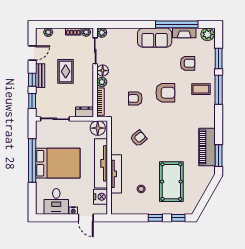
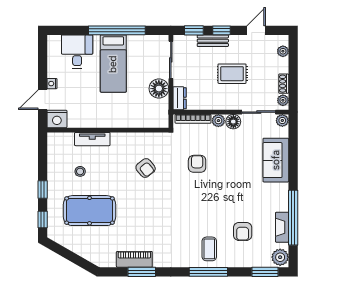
sofa: (155, 38) -> (276, 160), moved
door: (32, 53) -> (256, 30), swing flipped
window: (219, 58) -> (265, 272), moved
bench: (40, 76) -> (213, 41), moved
armchair: (165, 93) -> (204, 203), removed
floor lamp: (98, 128) -> (159, 89), moved
piano: (207, 147) -> (134, 259), width x0.73, depth x0.75
window: (219, 156) -> (142, 272), moved
bed: (58, 163) -> (113, 64), width x0.67
tv unit: (101, 163) -> (113, 120), removed
tv unit: (116, 174) -> (92, 139), width x0.71
nightstand: (101, 197) -> (57, 119), moved
desk: (56, 201) -> (77, 52), moved, turned 90

